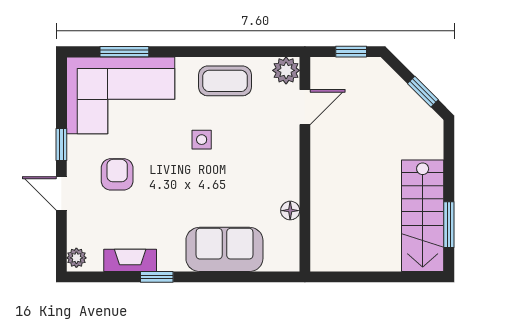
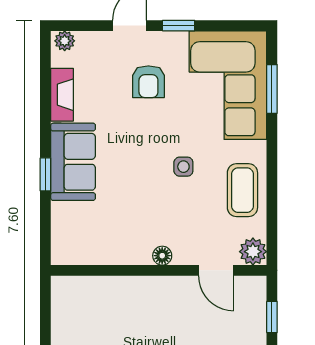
armchair: (117, 174) -> (148, 82), turned 90
floor lamp: (290, 211) -> (162, 256), moved
sofa: (224, 249) -> (73, 162), moved
window: (157, 277) -> (45, 174), moved

